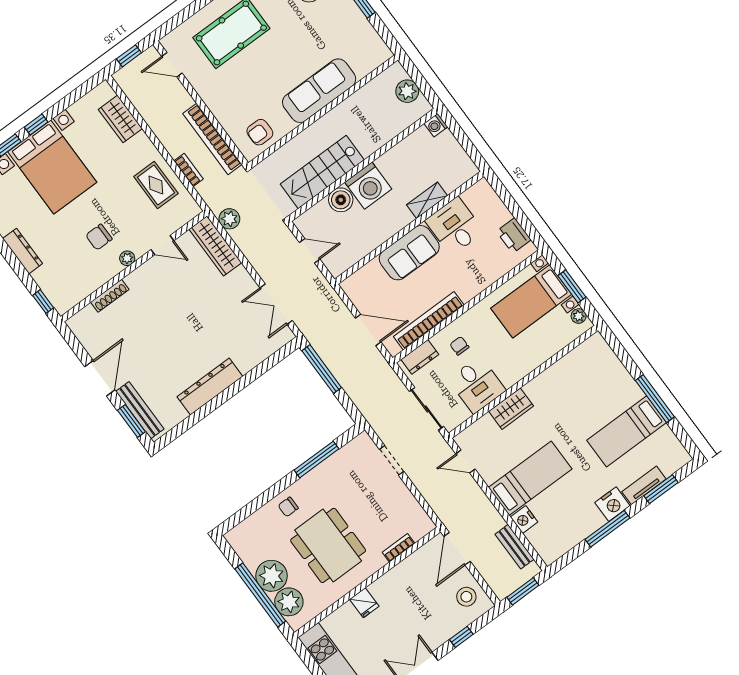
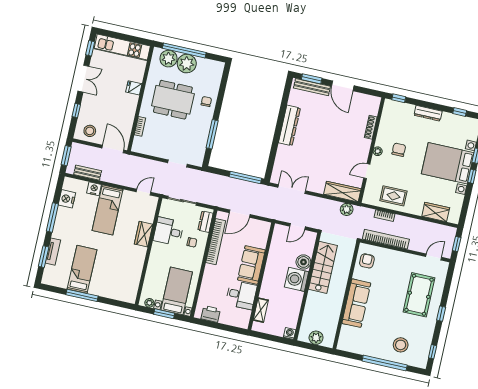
shelving: (427, 200) -> (261, 310), moved
nightstand: (612, 504) -> (67, 199), moved

